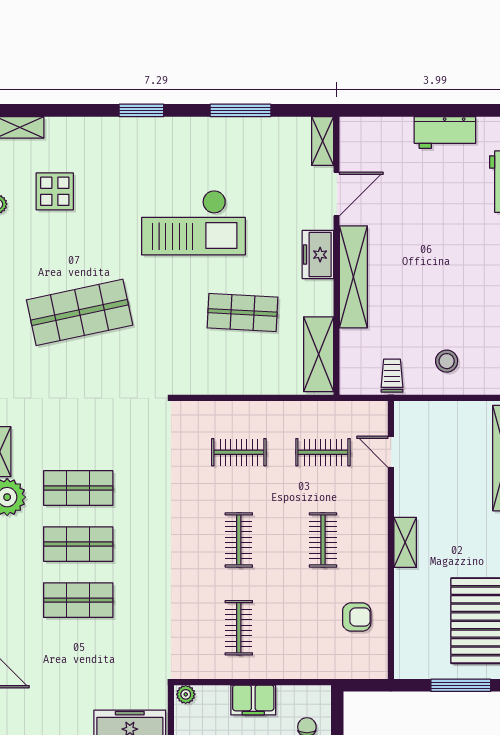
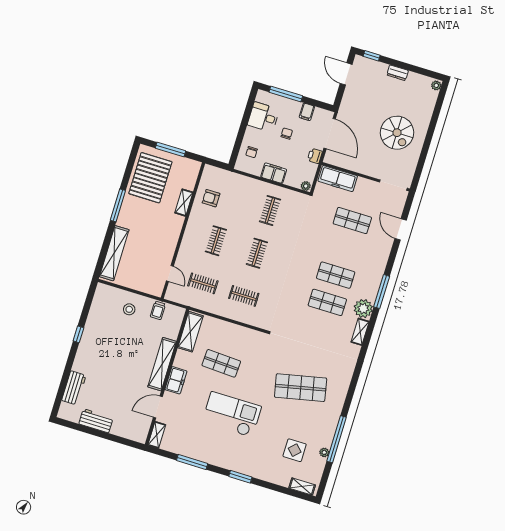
shelving: (405, 542) -> (184, 203), moved
shop shelf: (78, 600) -> (352, 221), moved

